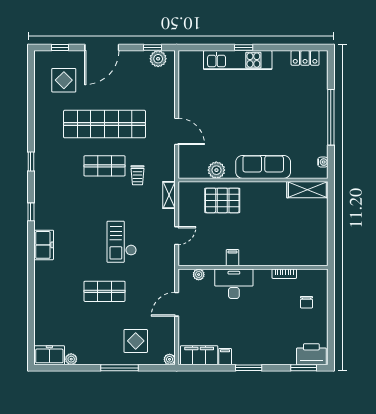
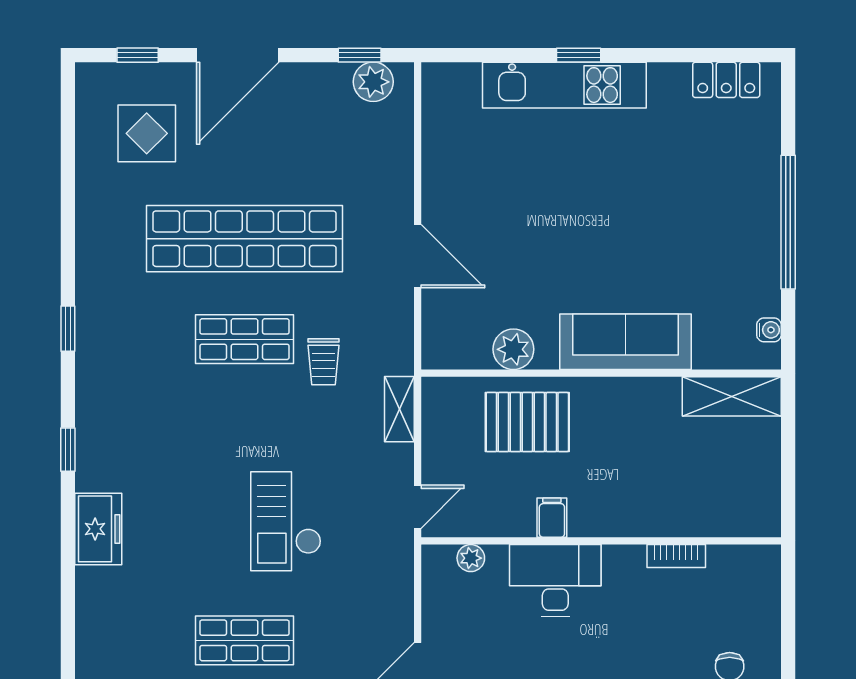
filing cabinet: (232, 258) -> (552, 518), moved
wall: (253, 267) -> (601, 541), moved
bookcase: (284, 274) -> (676, 556), moved
plant: (199, 275) -> (471, 558), moved
desk: (234, 284) -> (555, 580), moved

